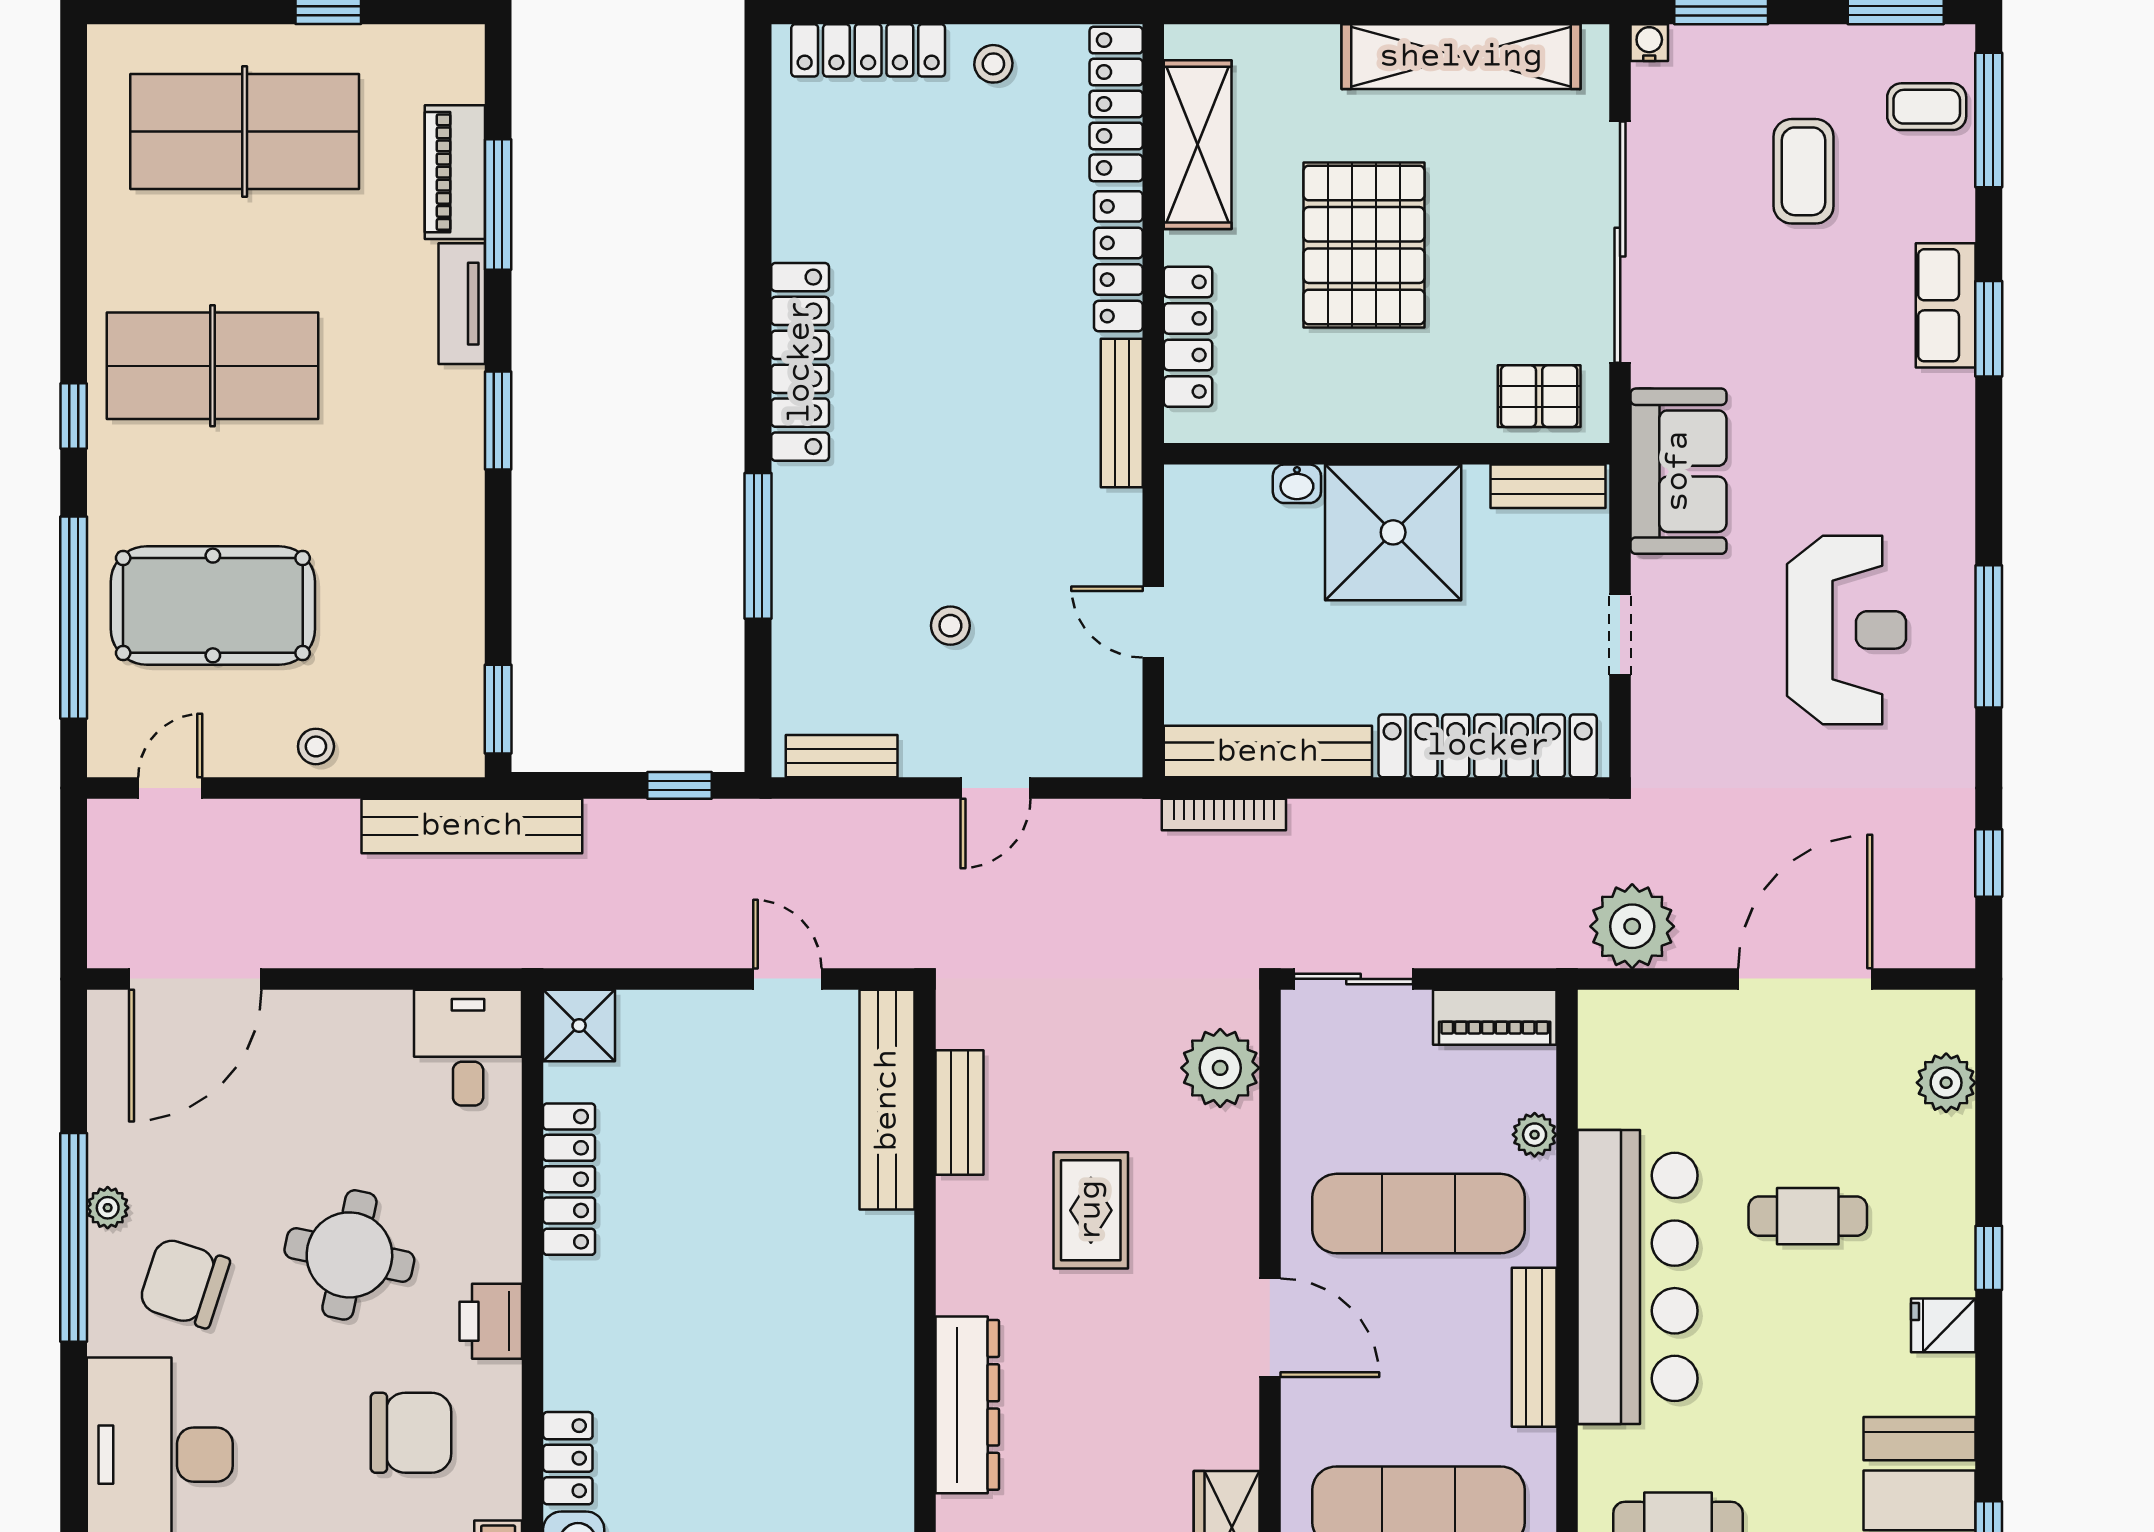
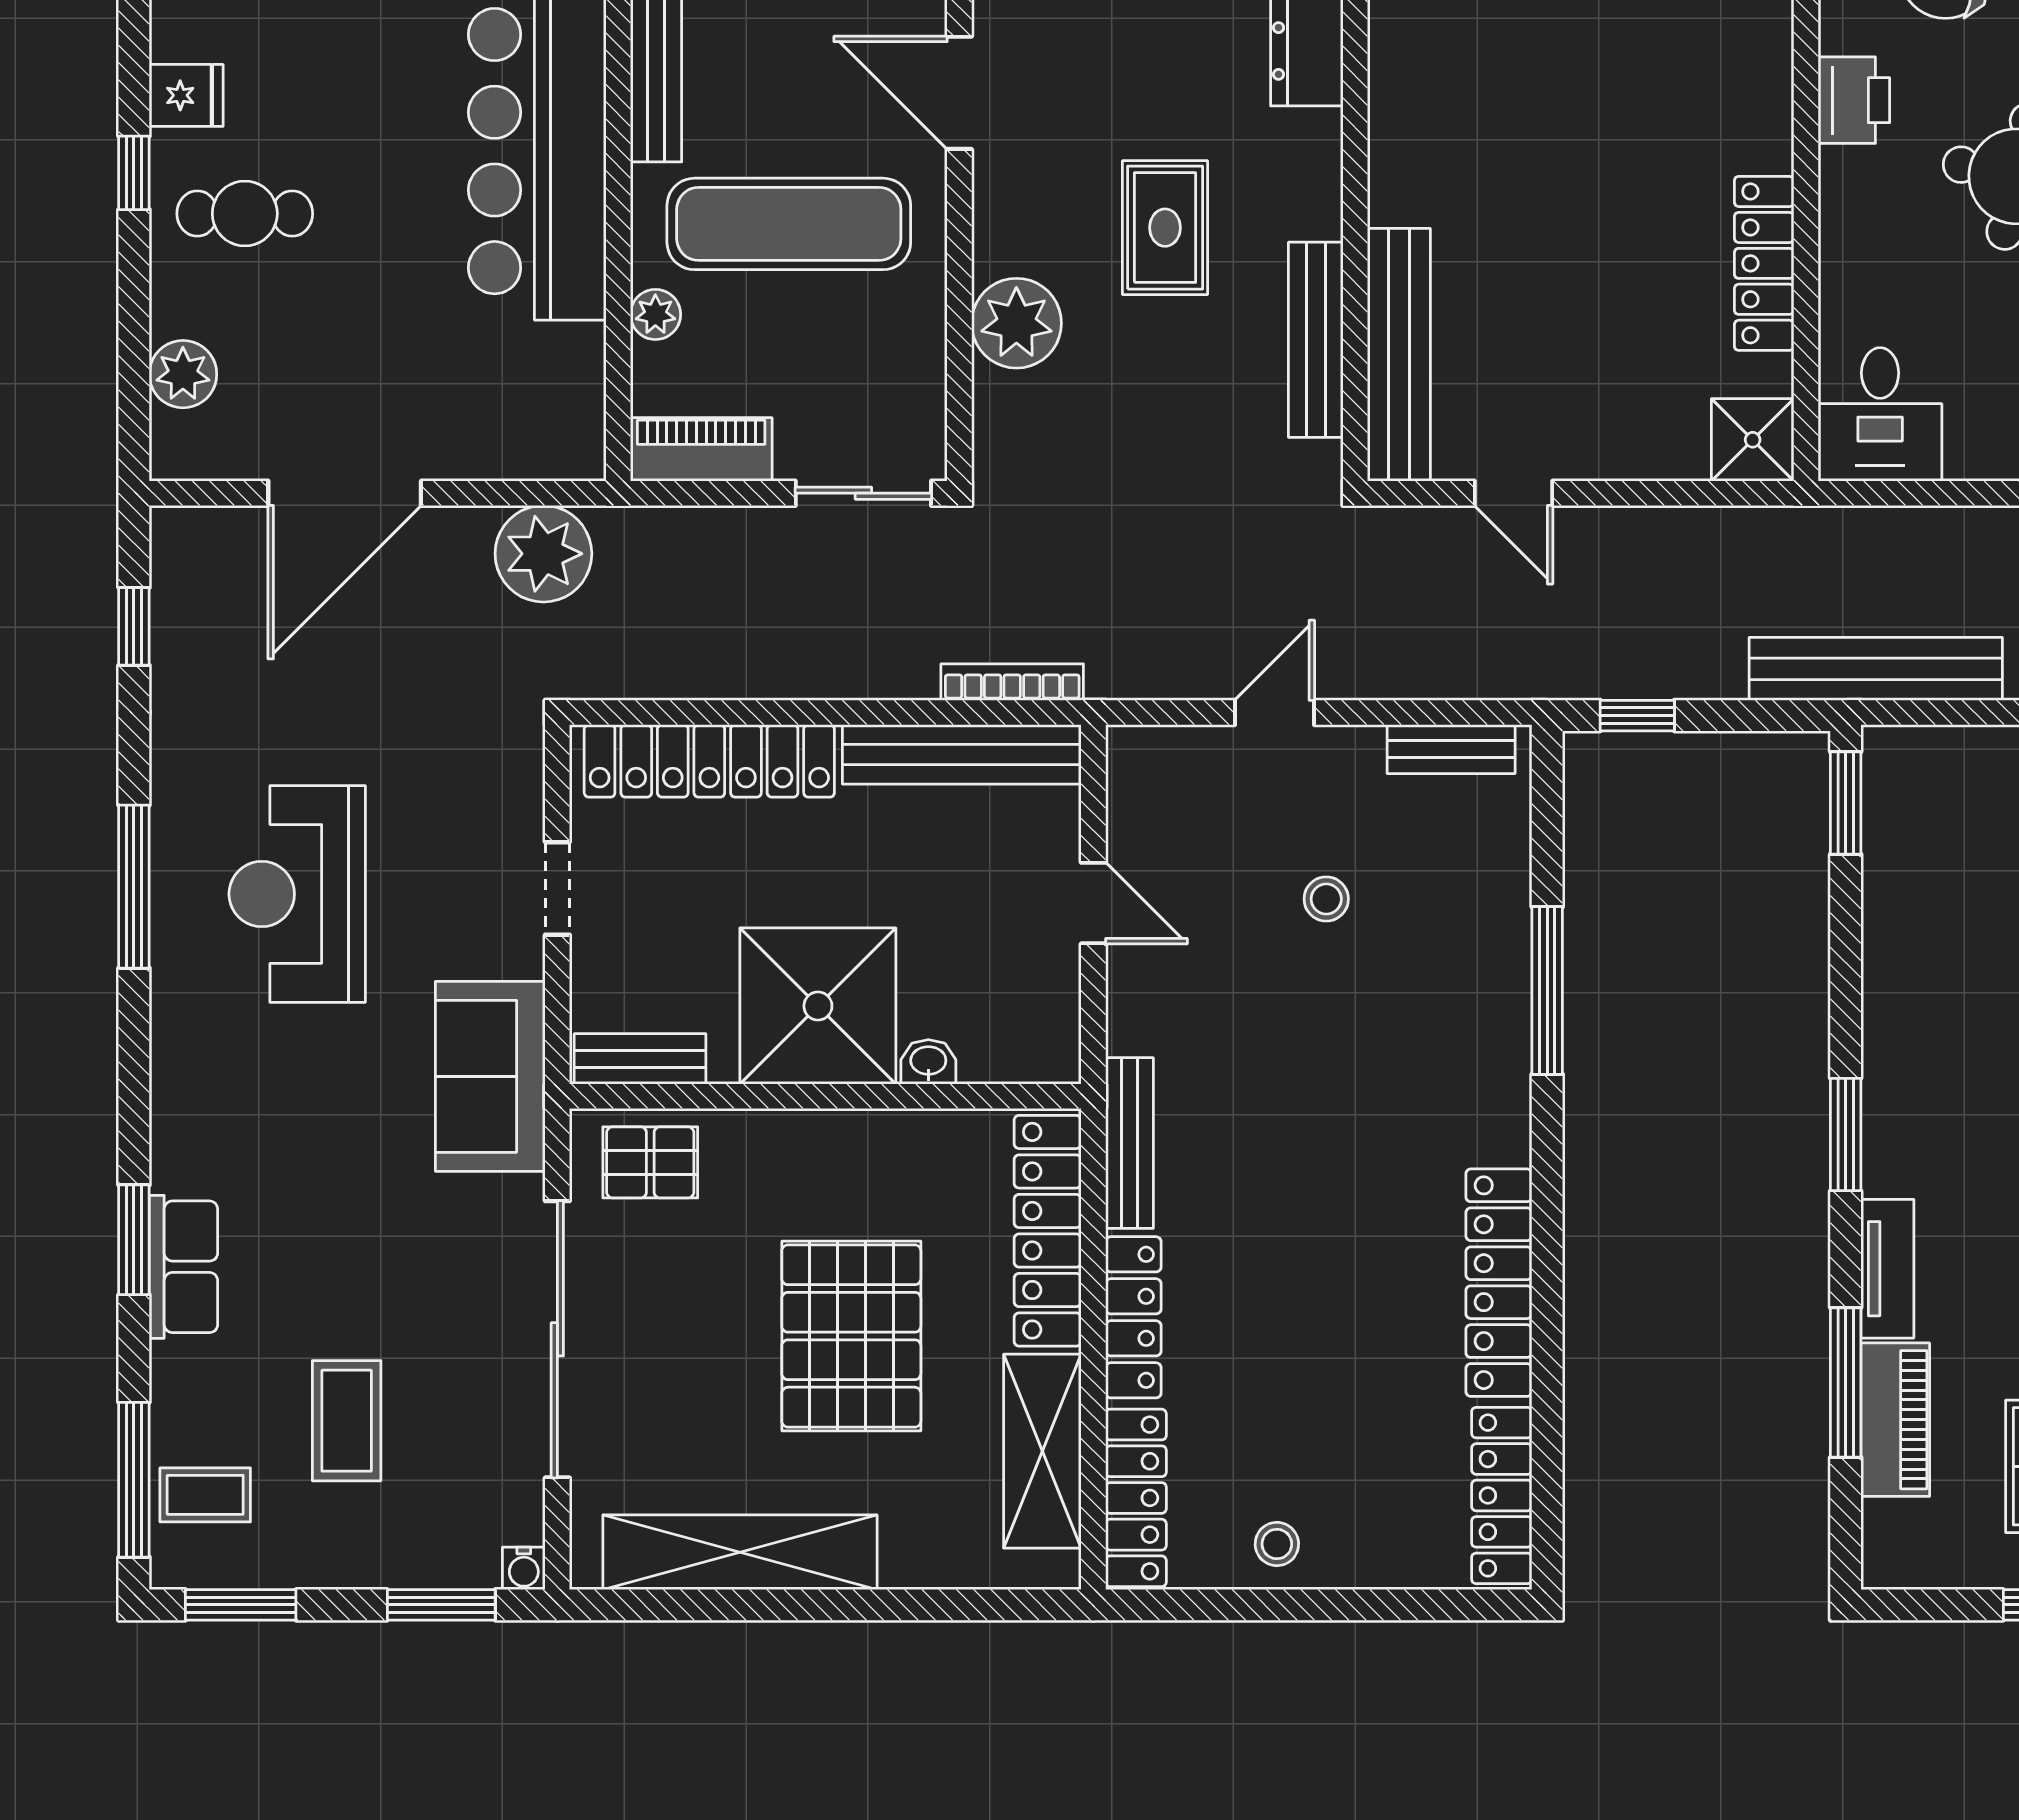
locker: (868, 50) -> (1502, 1495), moved, turned -90
locker: (1188, 337) -> (1048, 1231), width x1.41, depth x1.21
locker: (800, 362) -> (1499, 1283), moved
plant: (1220, 1068) -> (1016, 323), moved
bench: (960, 1113) -> (1316, 340), width x1.36
cafe table: (1808, 1216) -> (245, 214), moved

